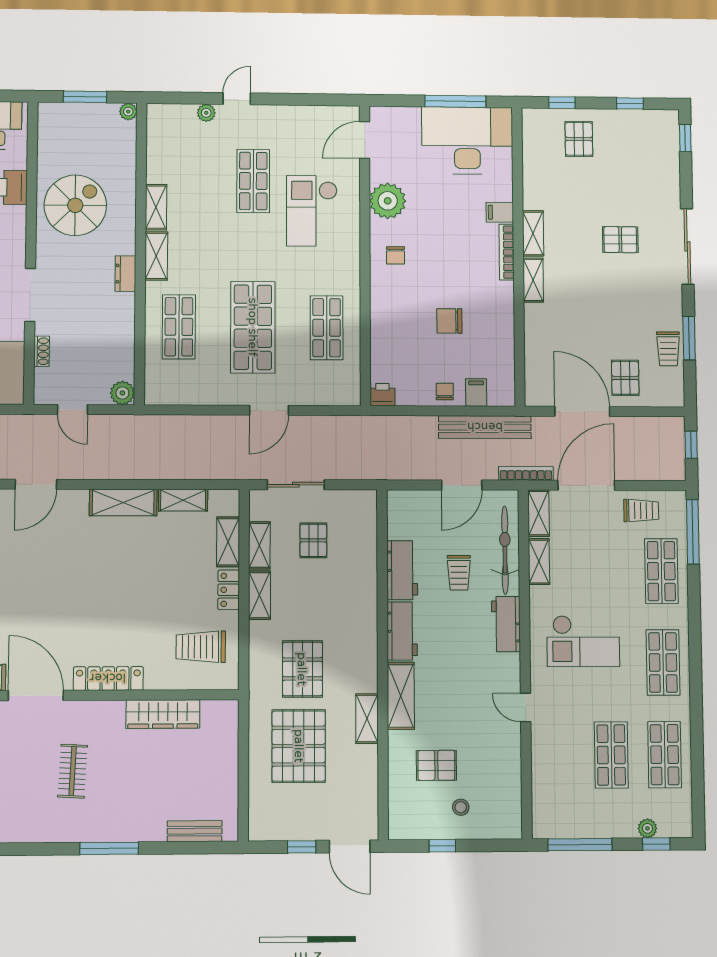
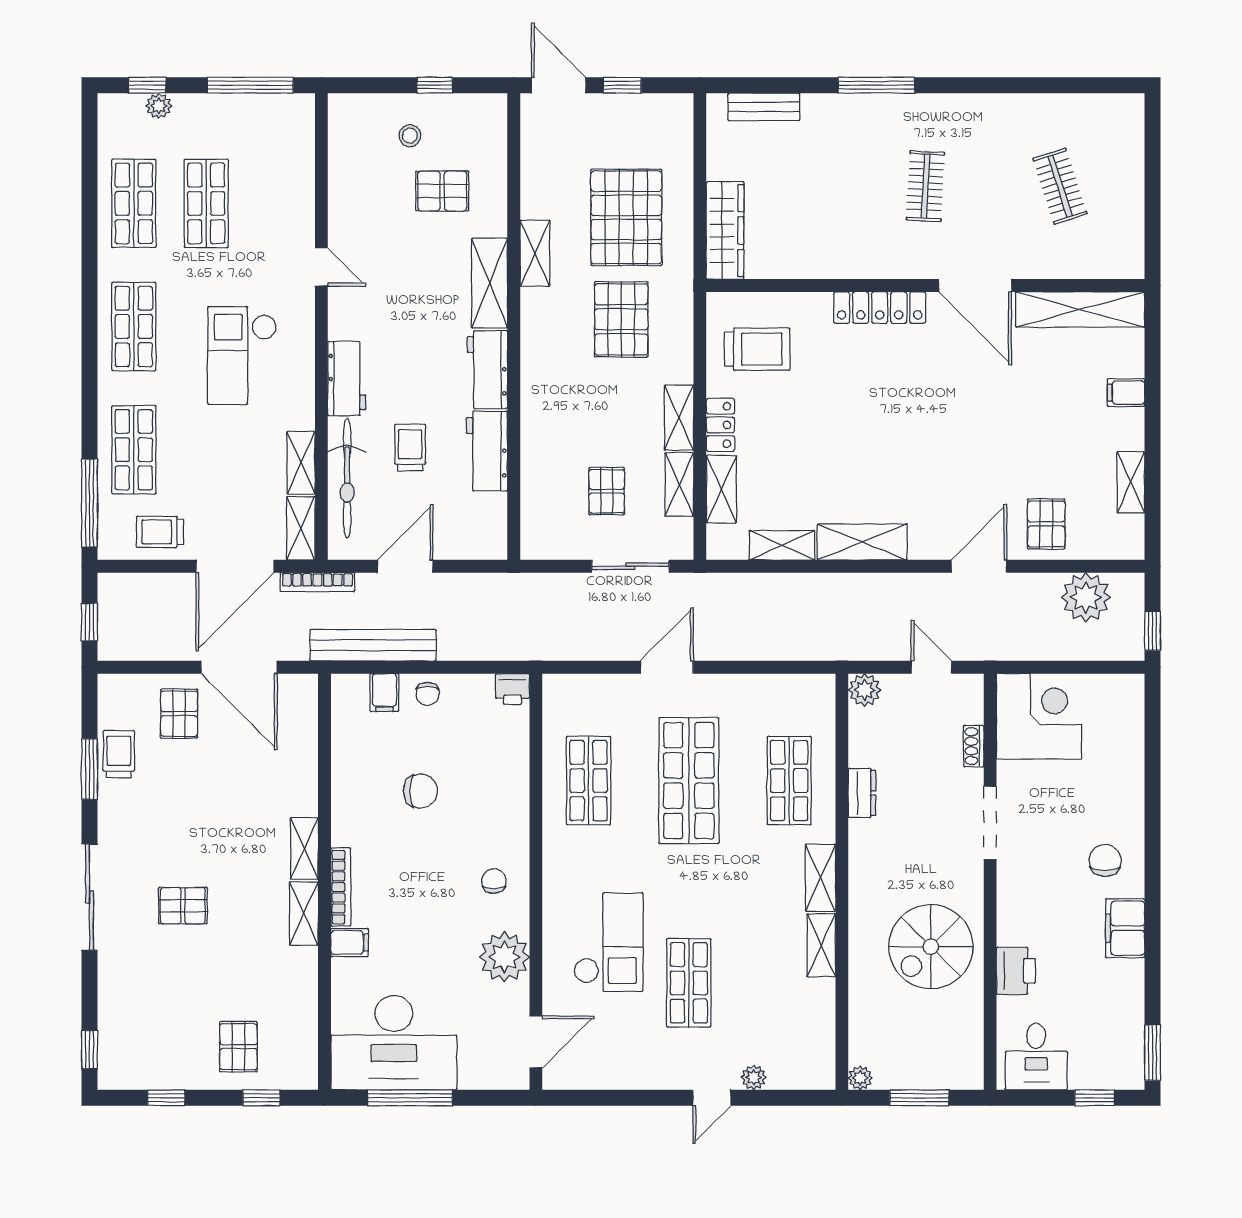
dresser: (125, 274) -> (862, 793), moved
checkout: (583, 641) -> (242, 355), turned -90
wardrobe: (163, 714) -> (725, 231), moved, turned 90

